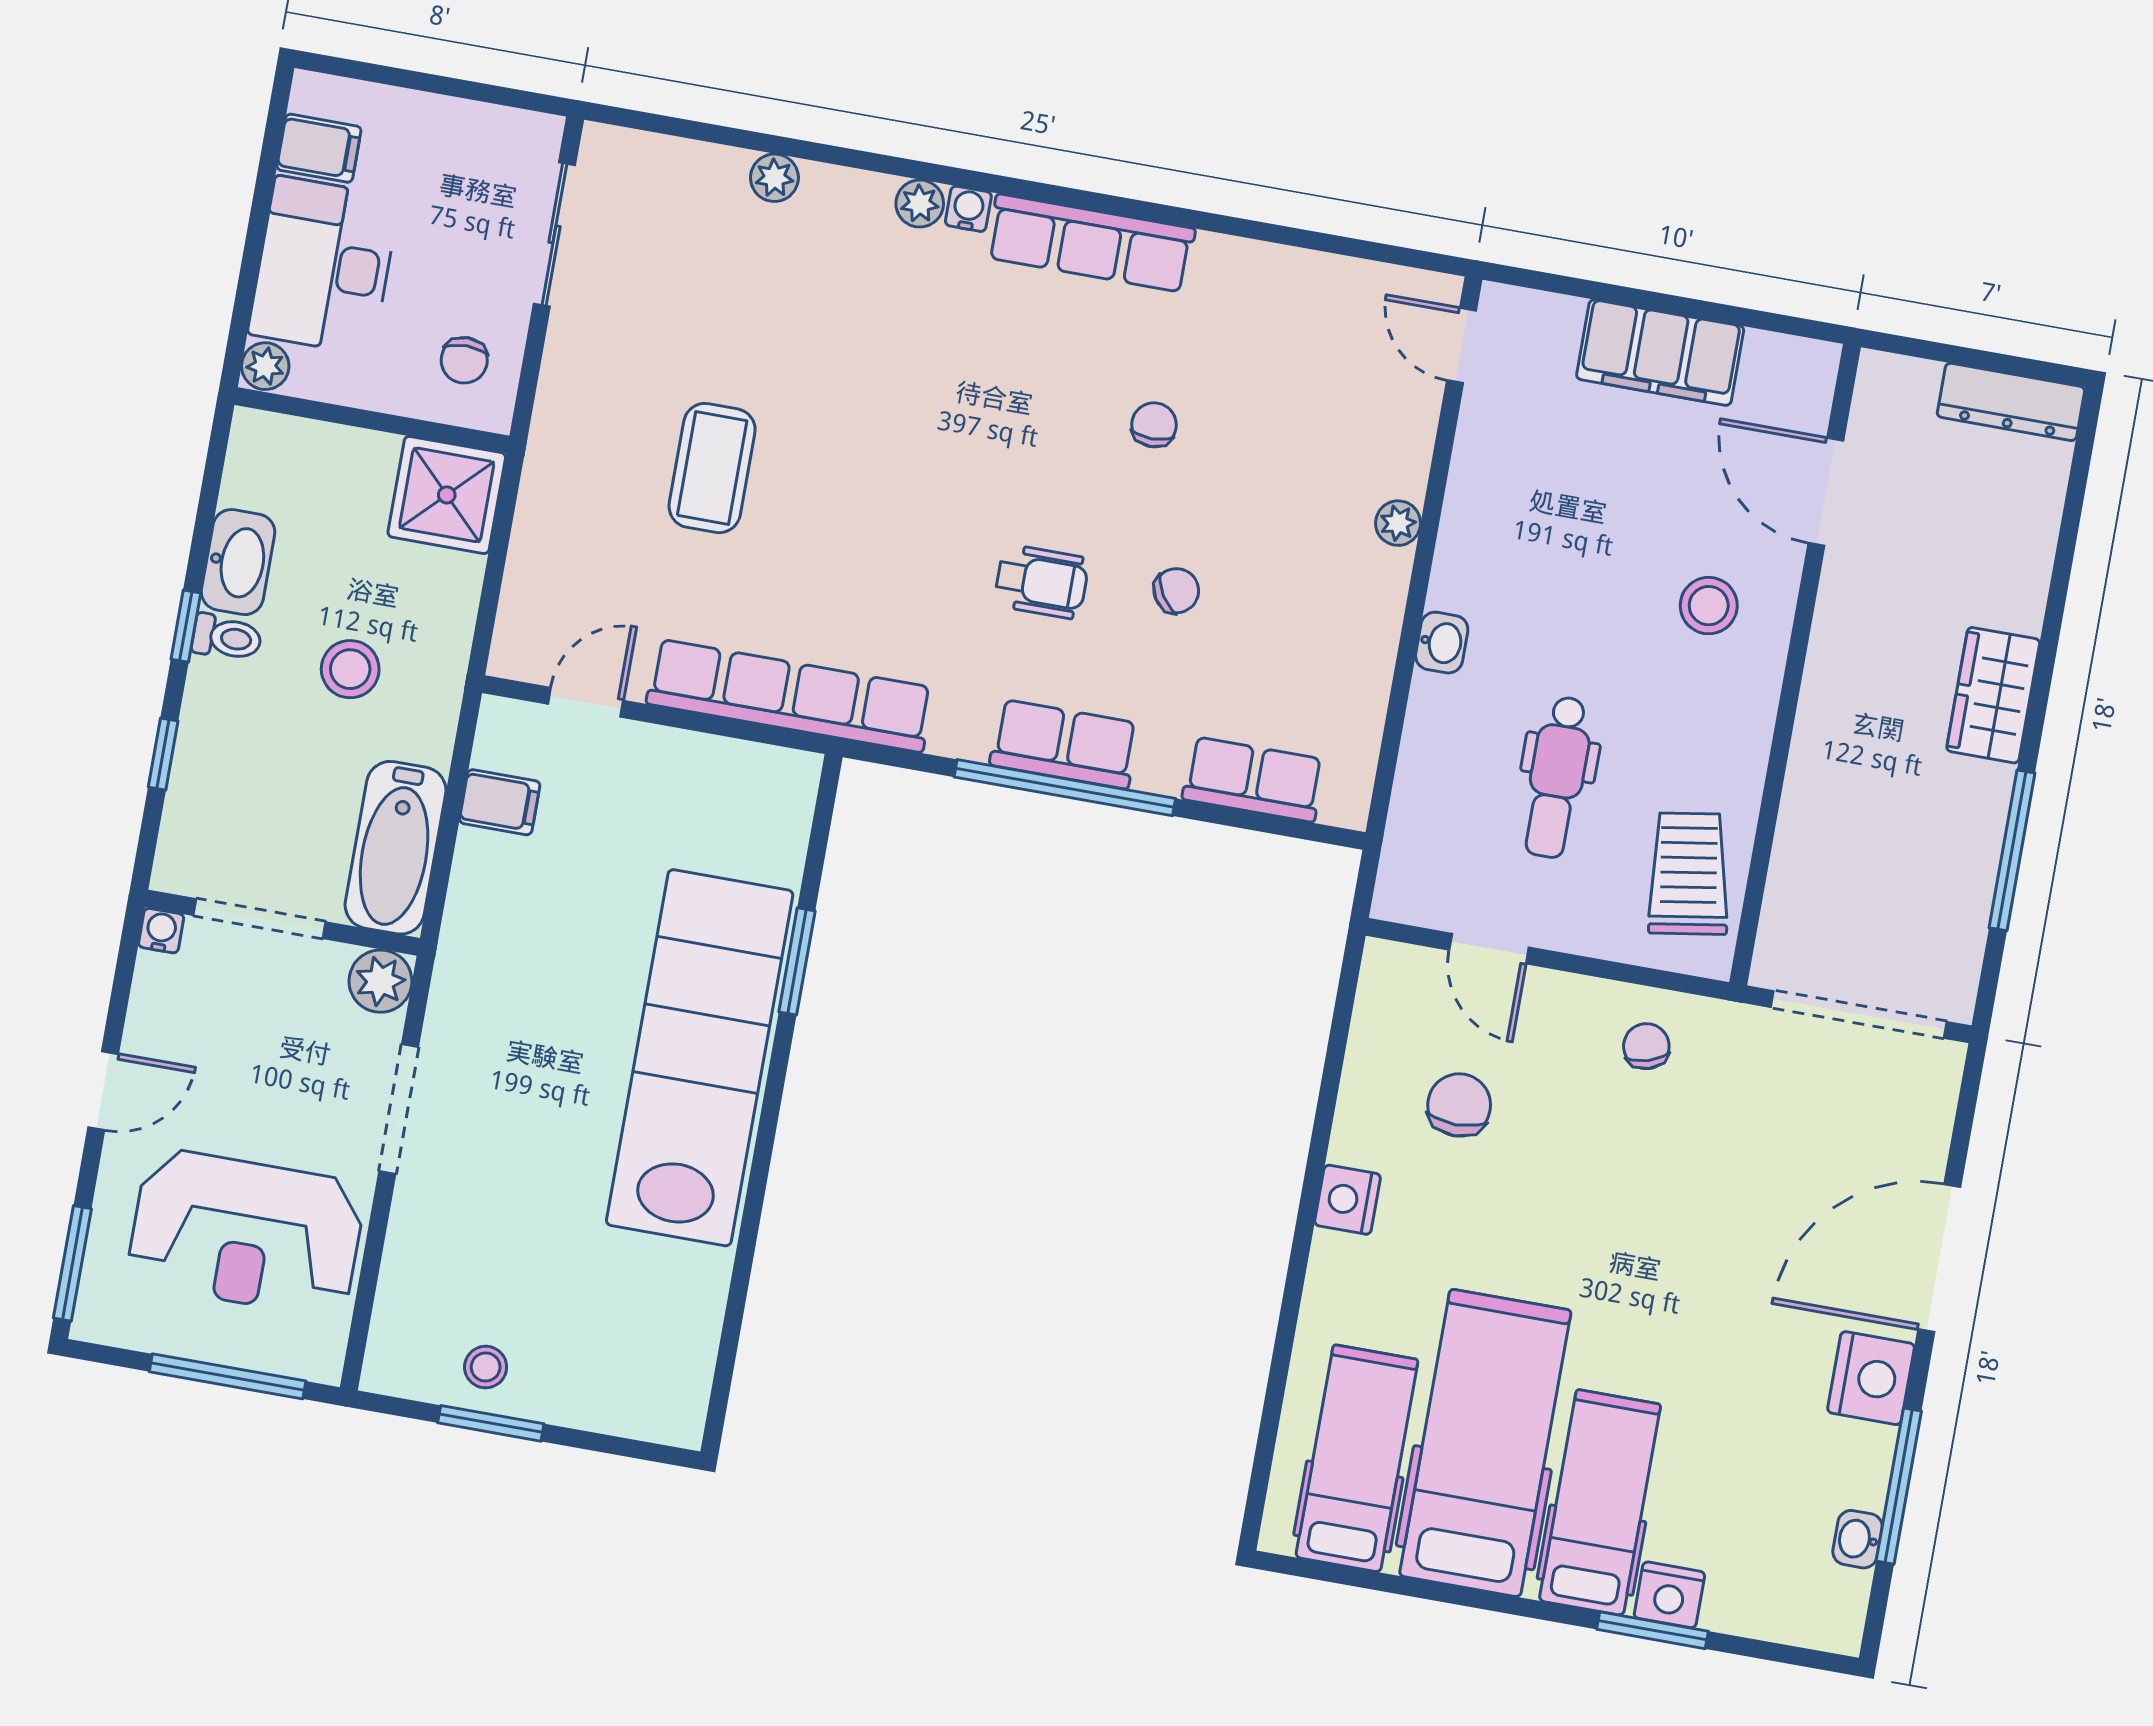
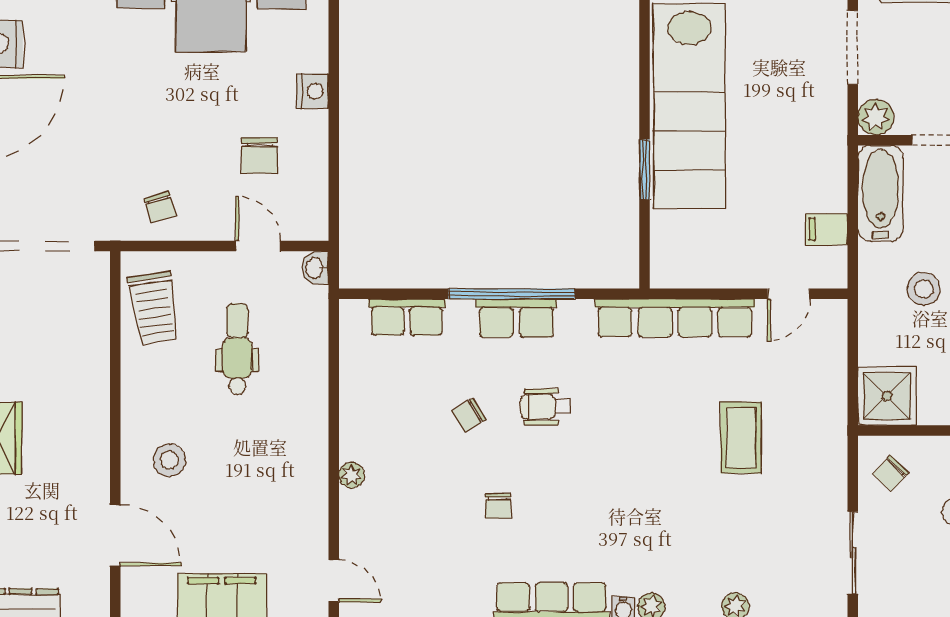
chair: (464, 360) -> (891, 473), turned -136
washbasin: (1442, 643) -> (315, 268), moved

